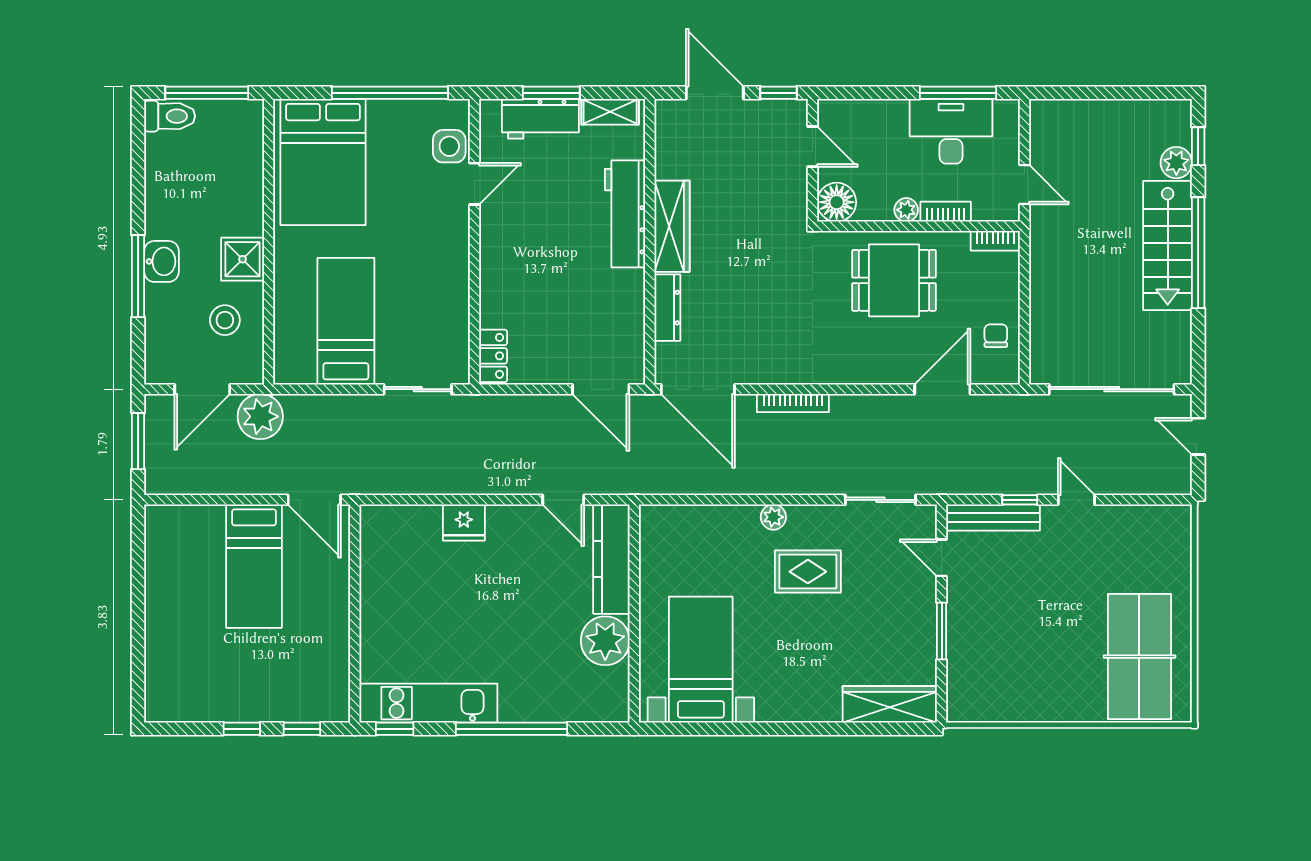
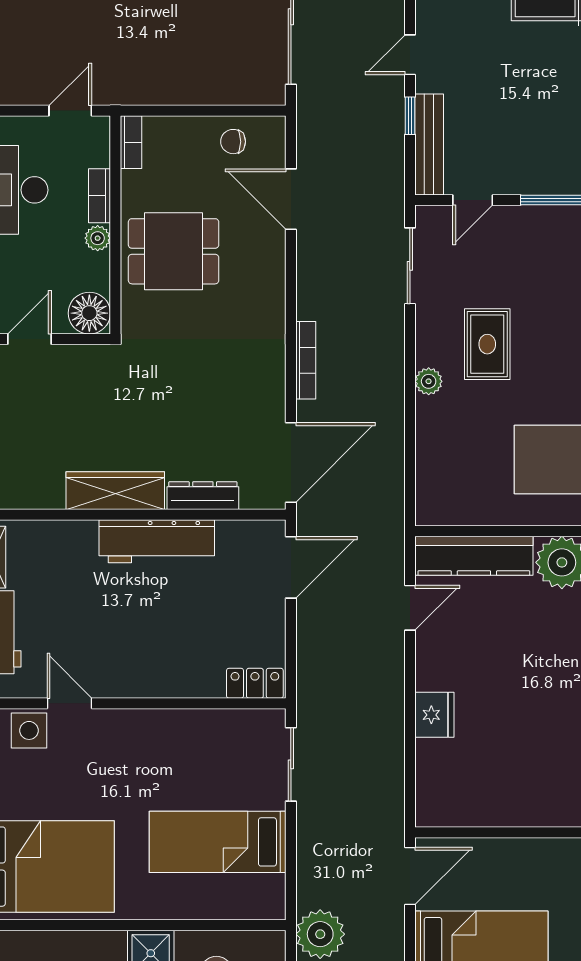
workbench: (625, 214) -> (157, 541), moved
dining table: (894, 280) -> (174, 251), turned 90

